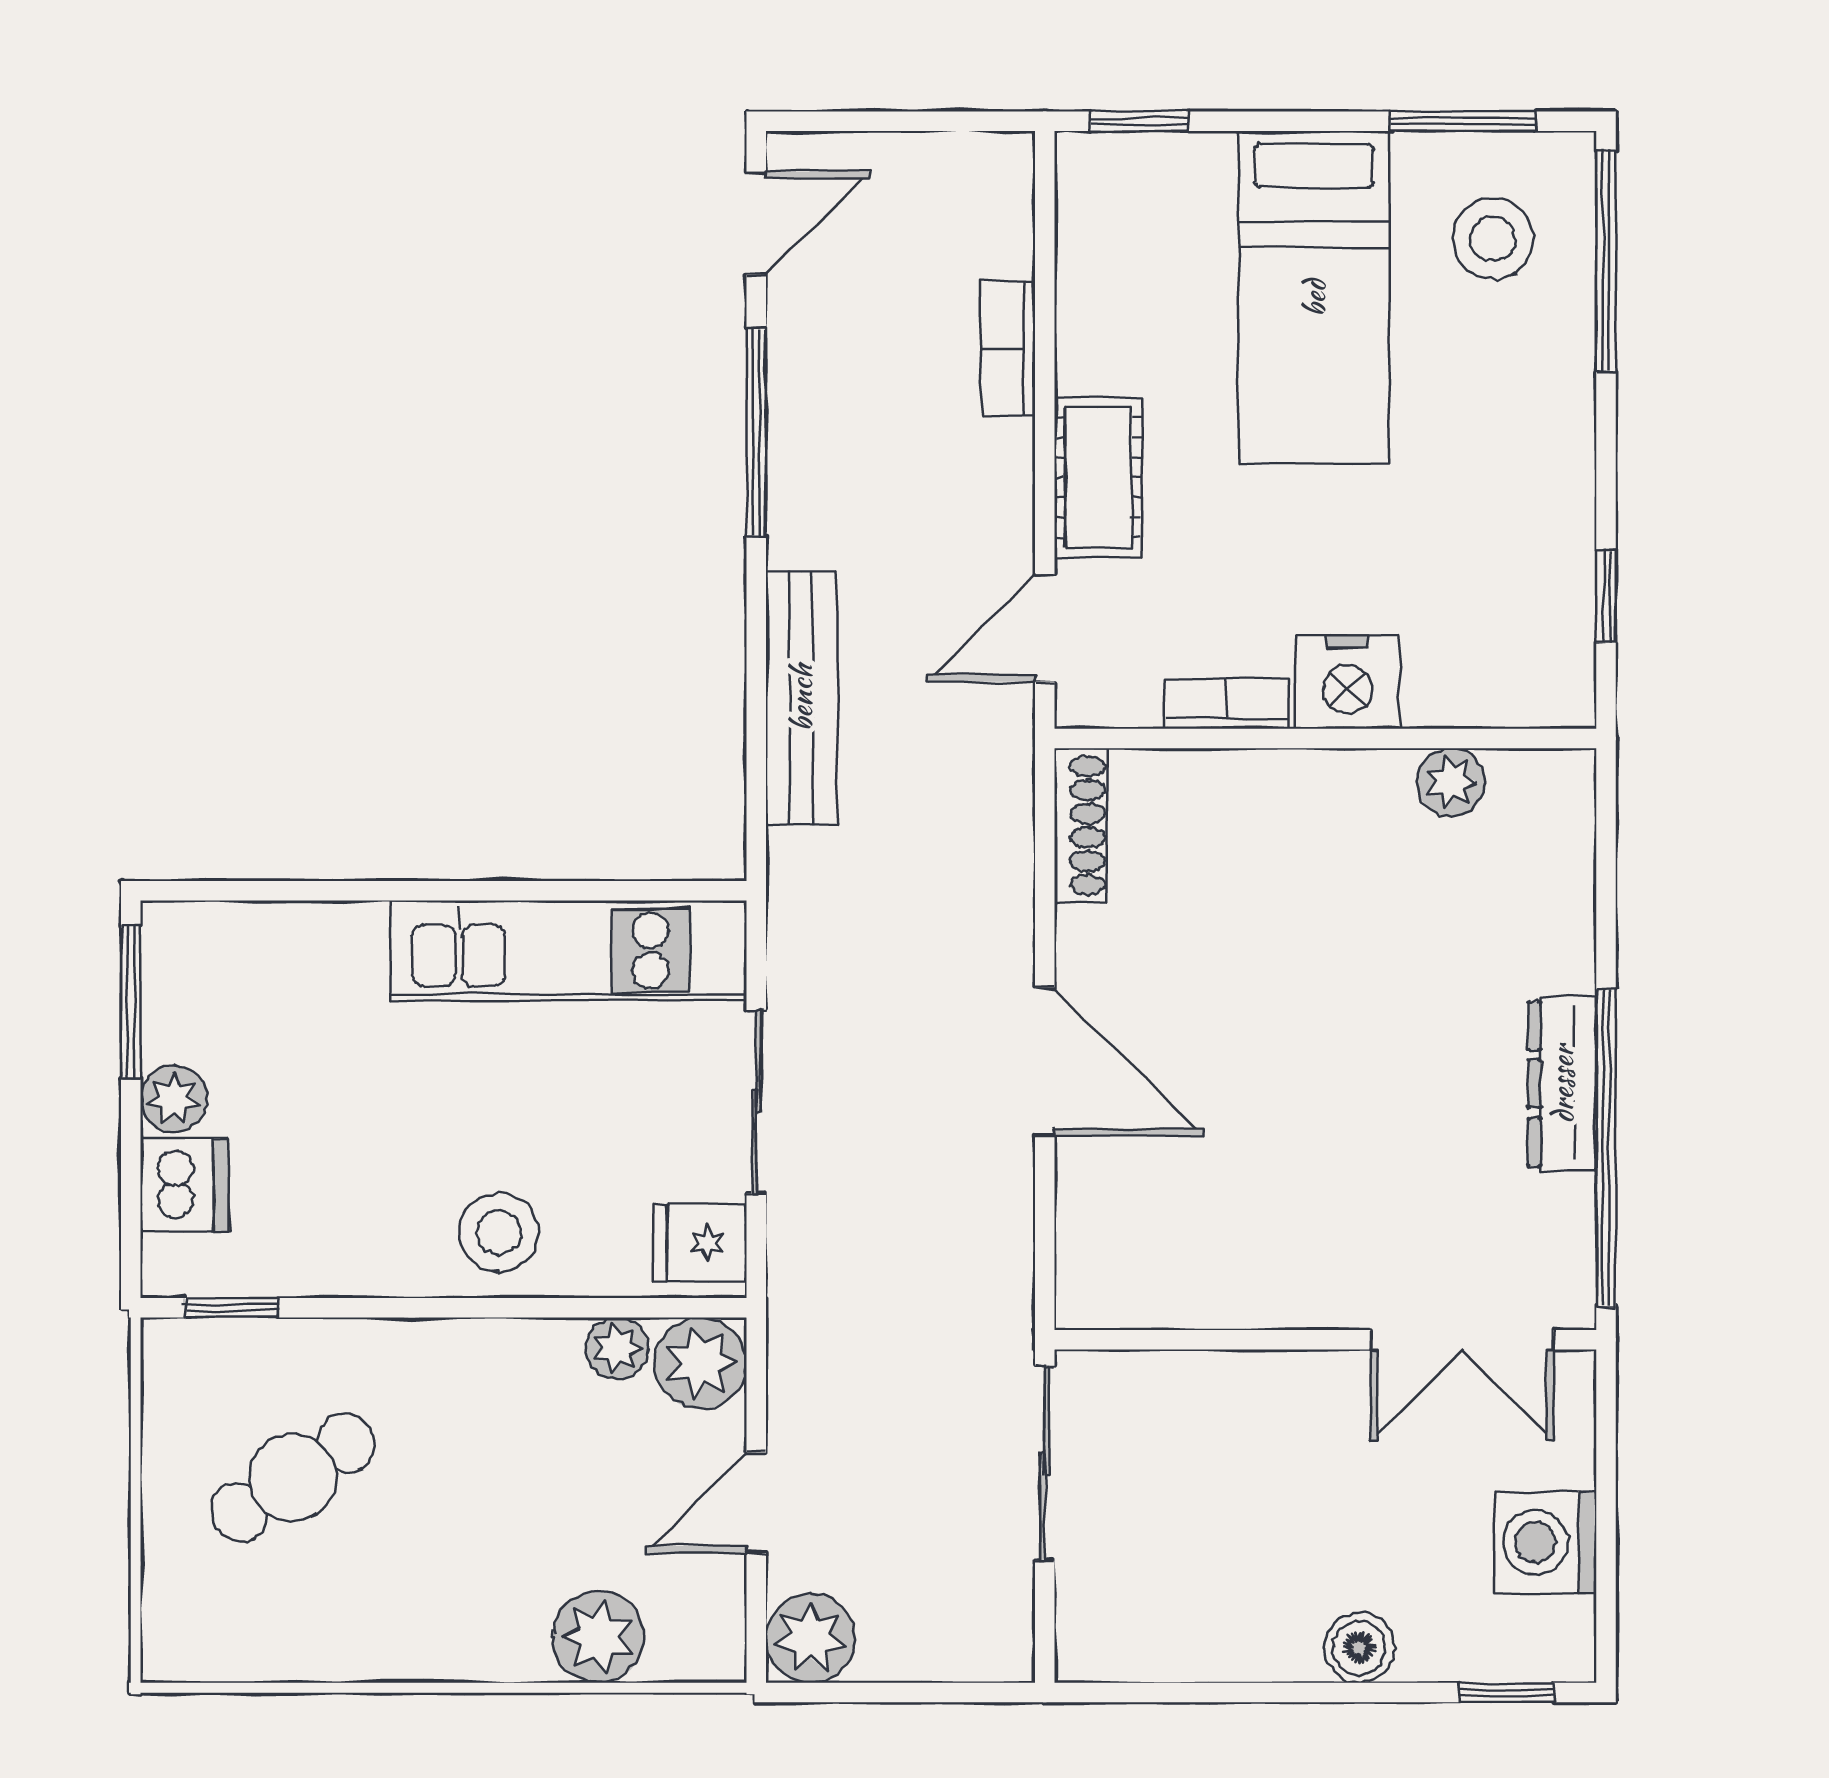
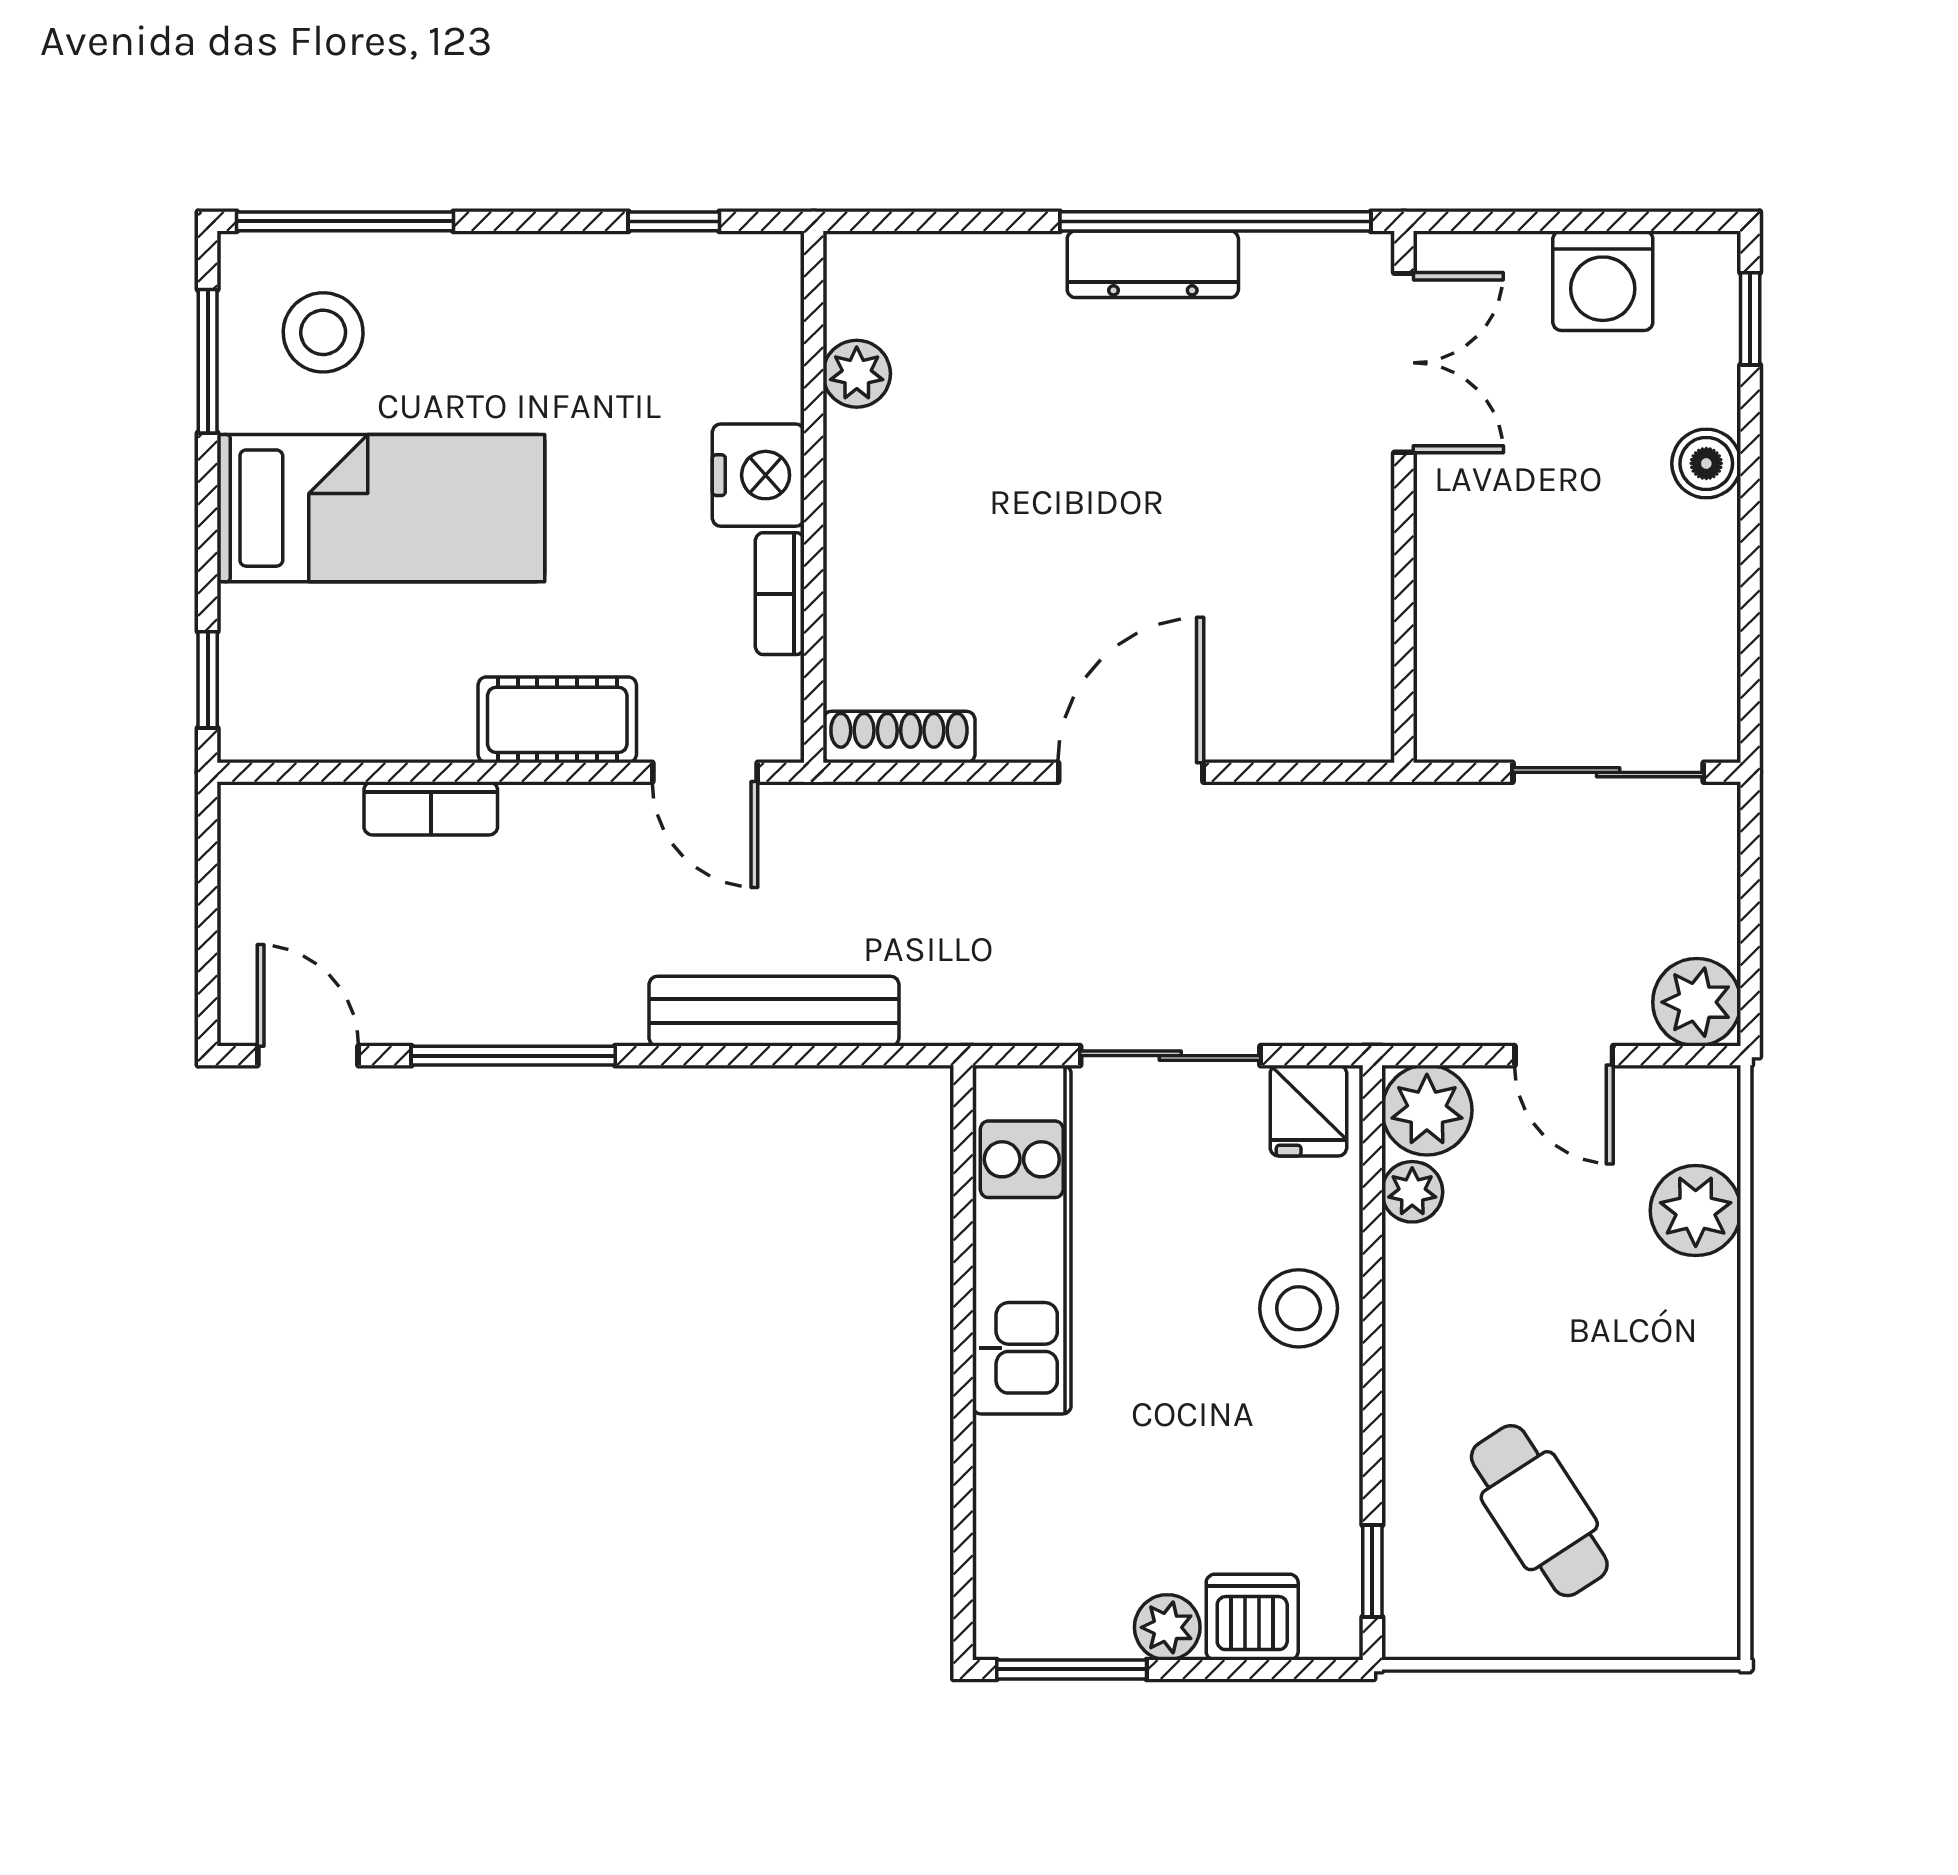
sliding door: (1045, 1463) -> (1608, 772), moved

